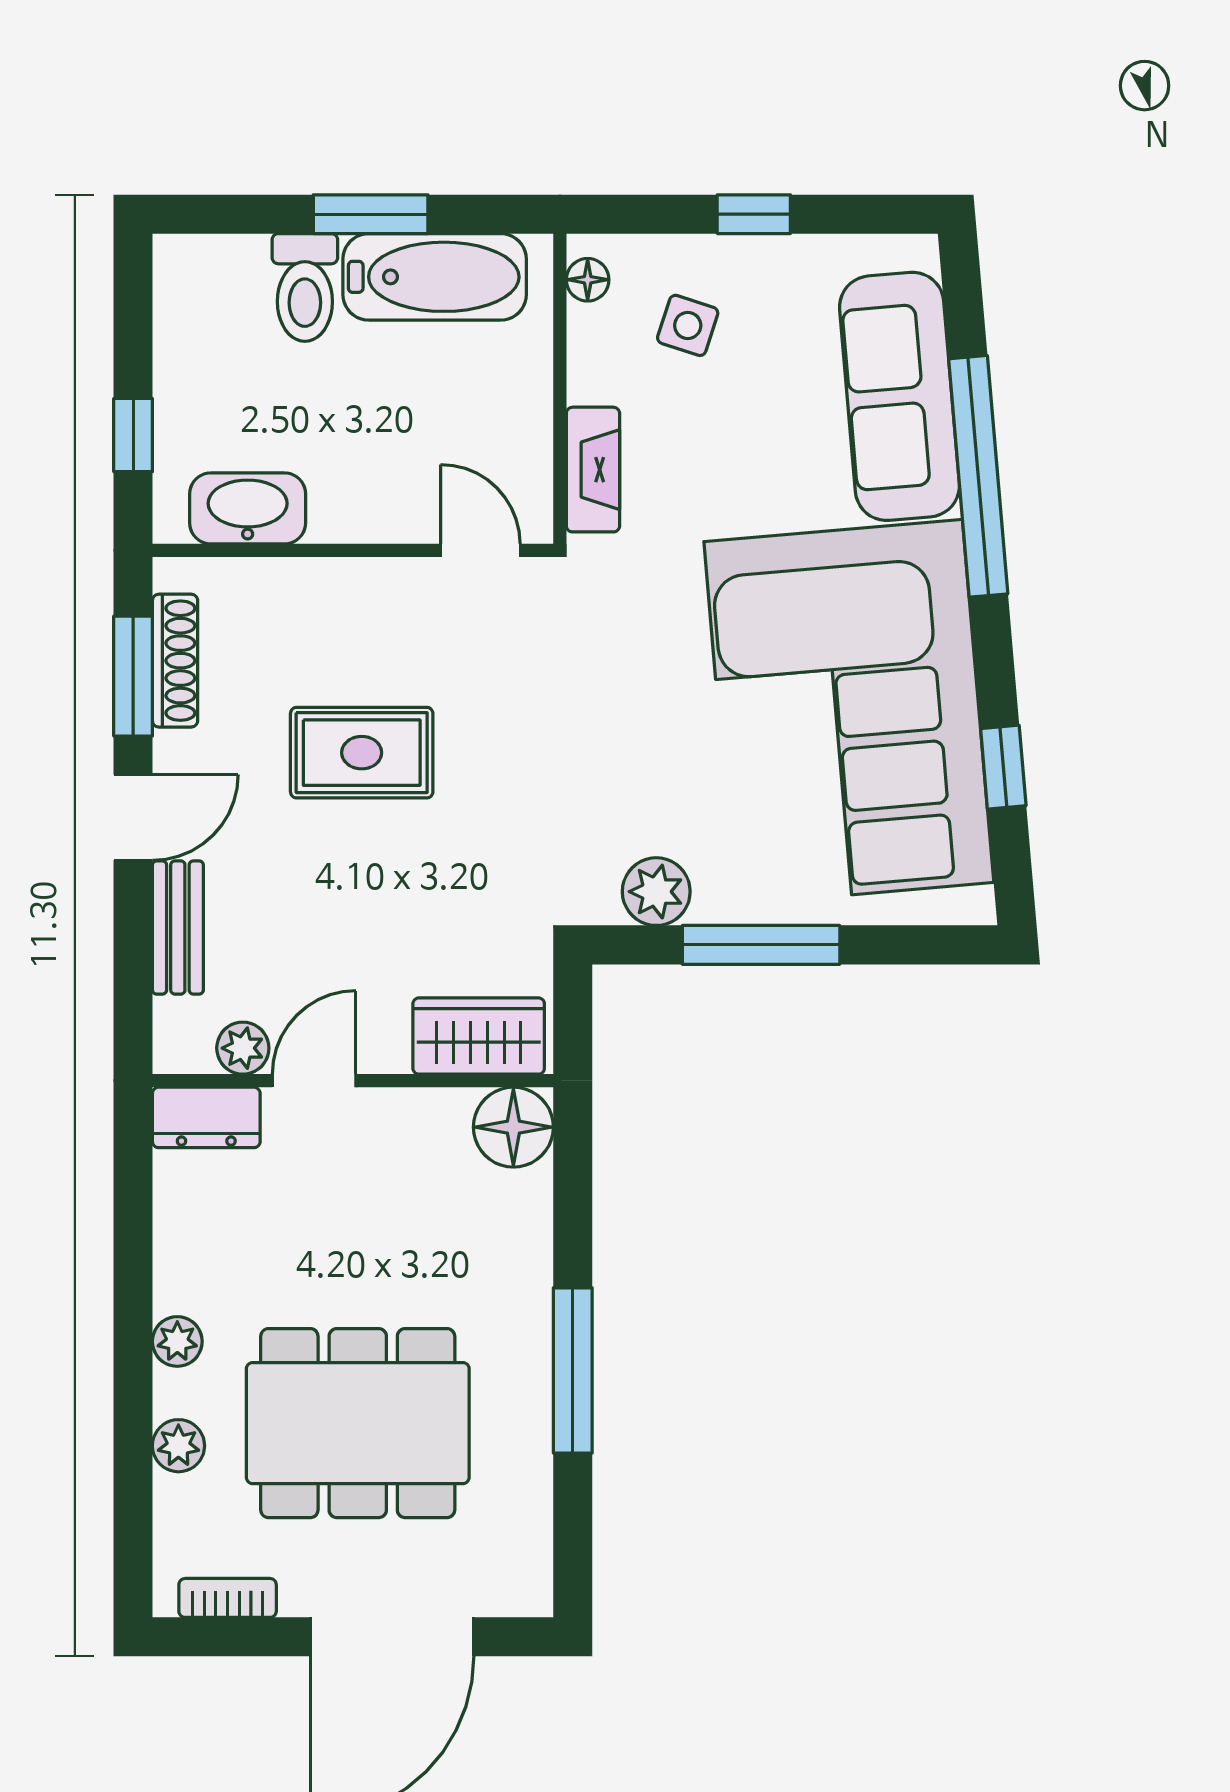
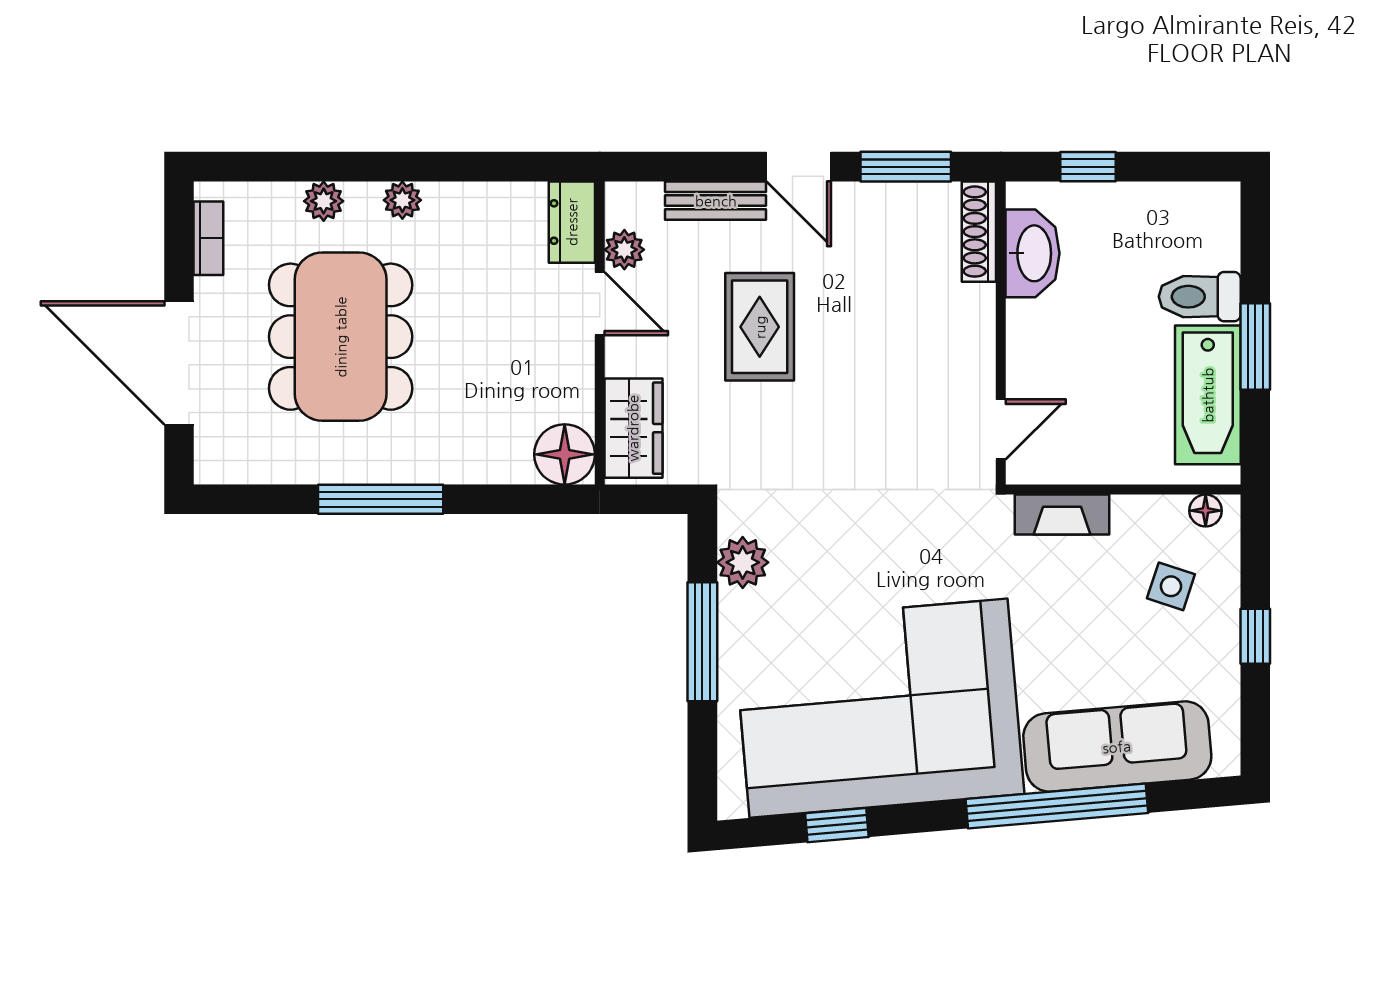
shoe rack: (175, 661) -> (979, 232), moved, turned 90
rug: (362, 753) -> (760, 327), moved

